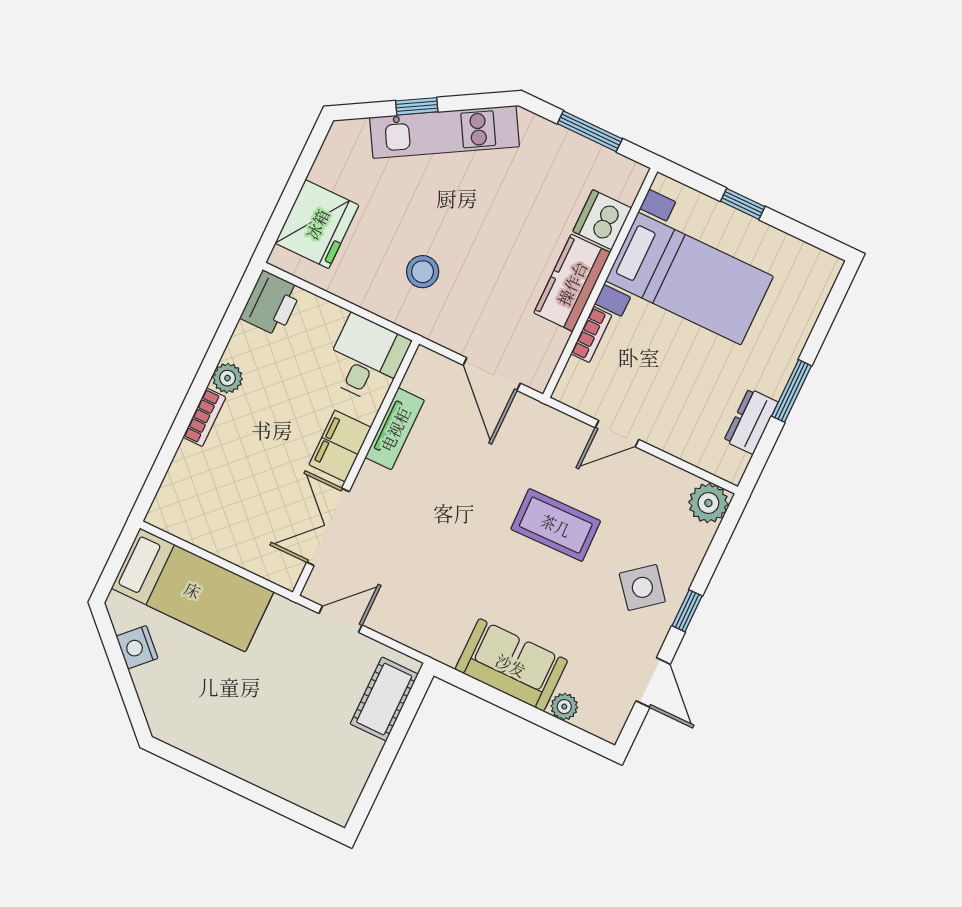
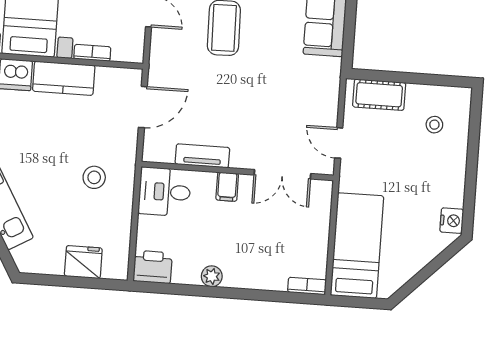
fridge: (317, 224) -> (83, 262), width x0.73, depth x0.75
bookcase: (204, 417) -> (307, 286), moved
filing cabinet: (340, 446) -> (227, 187), width x0.50
nightstand: (137, 647) -> (452, 221), moved, turned -45
stool: (315, 758) -> (434, 125), added

